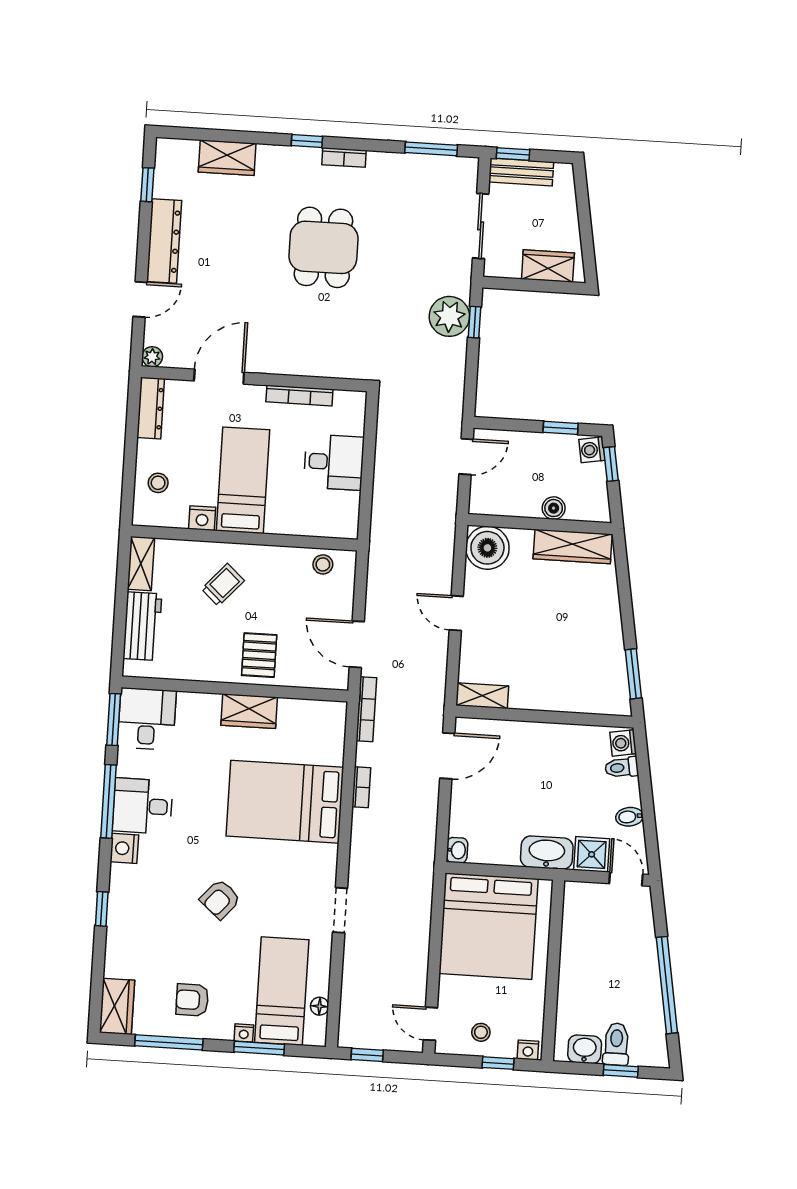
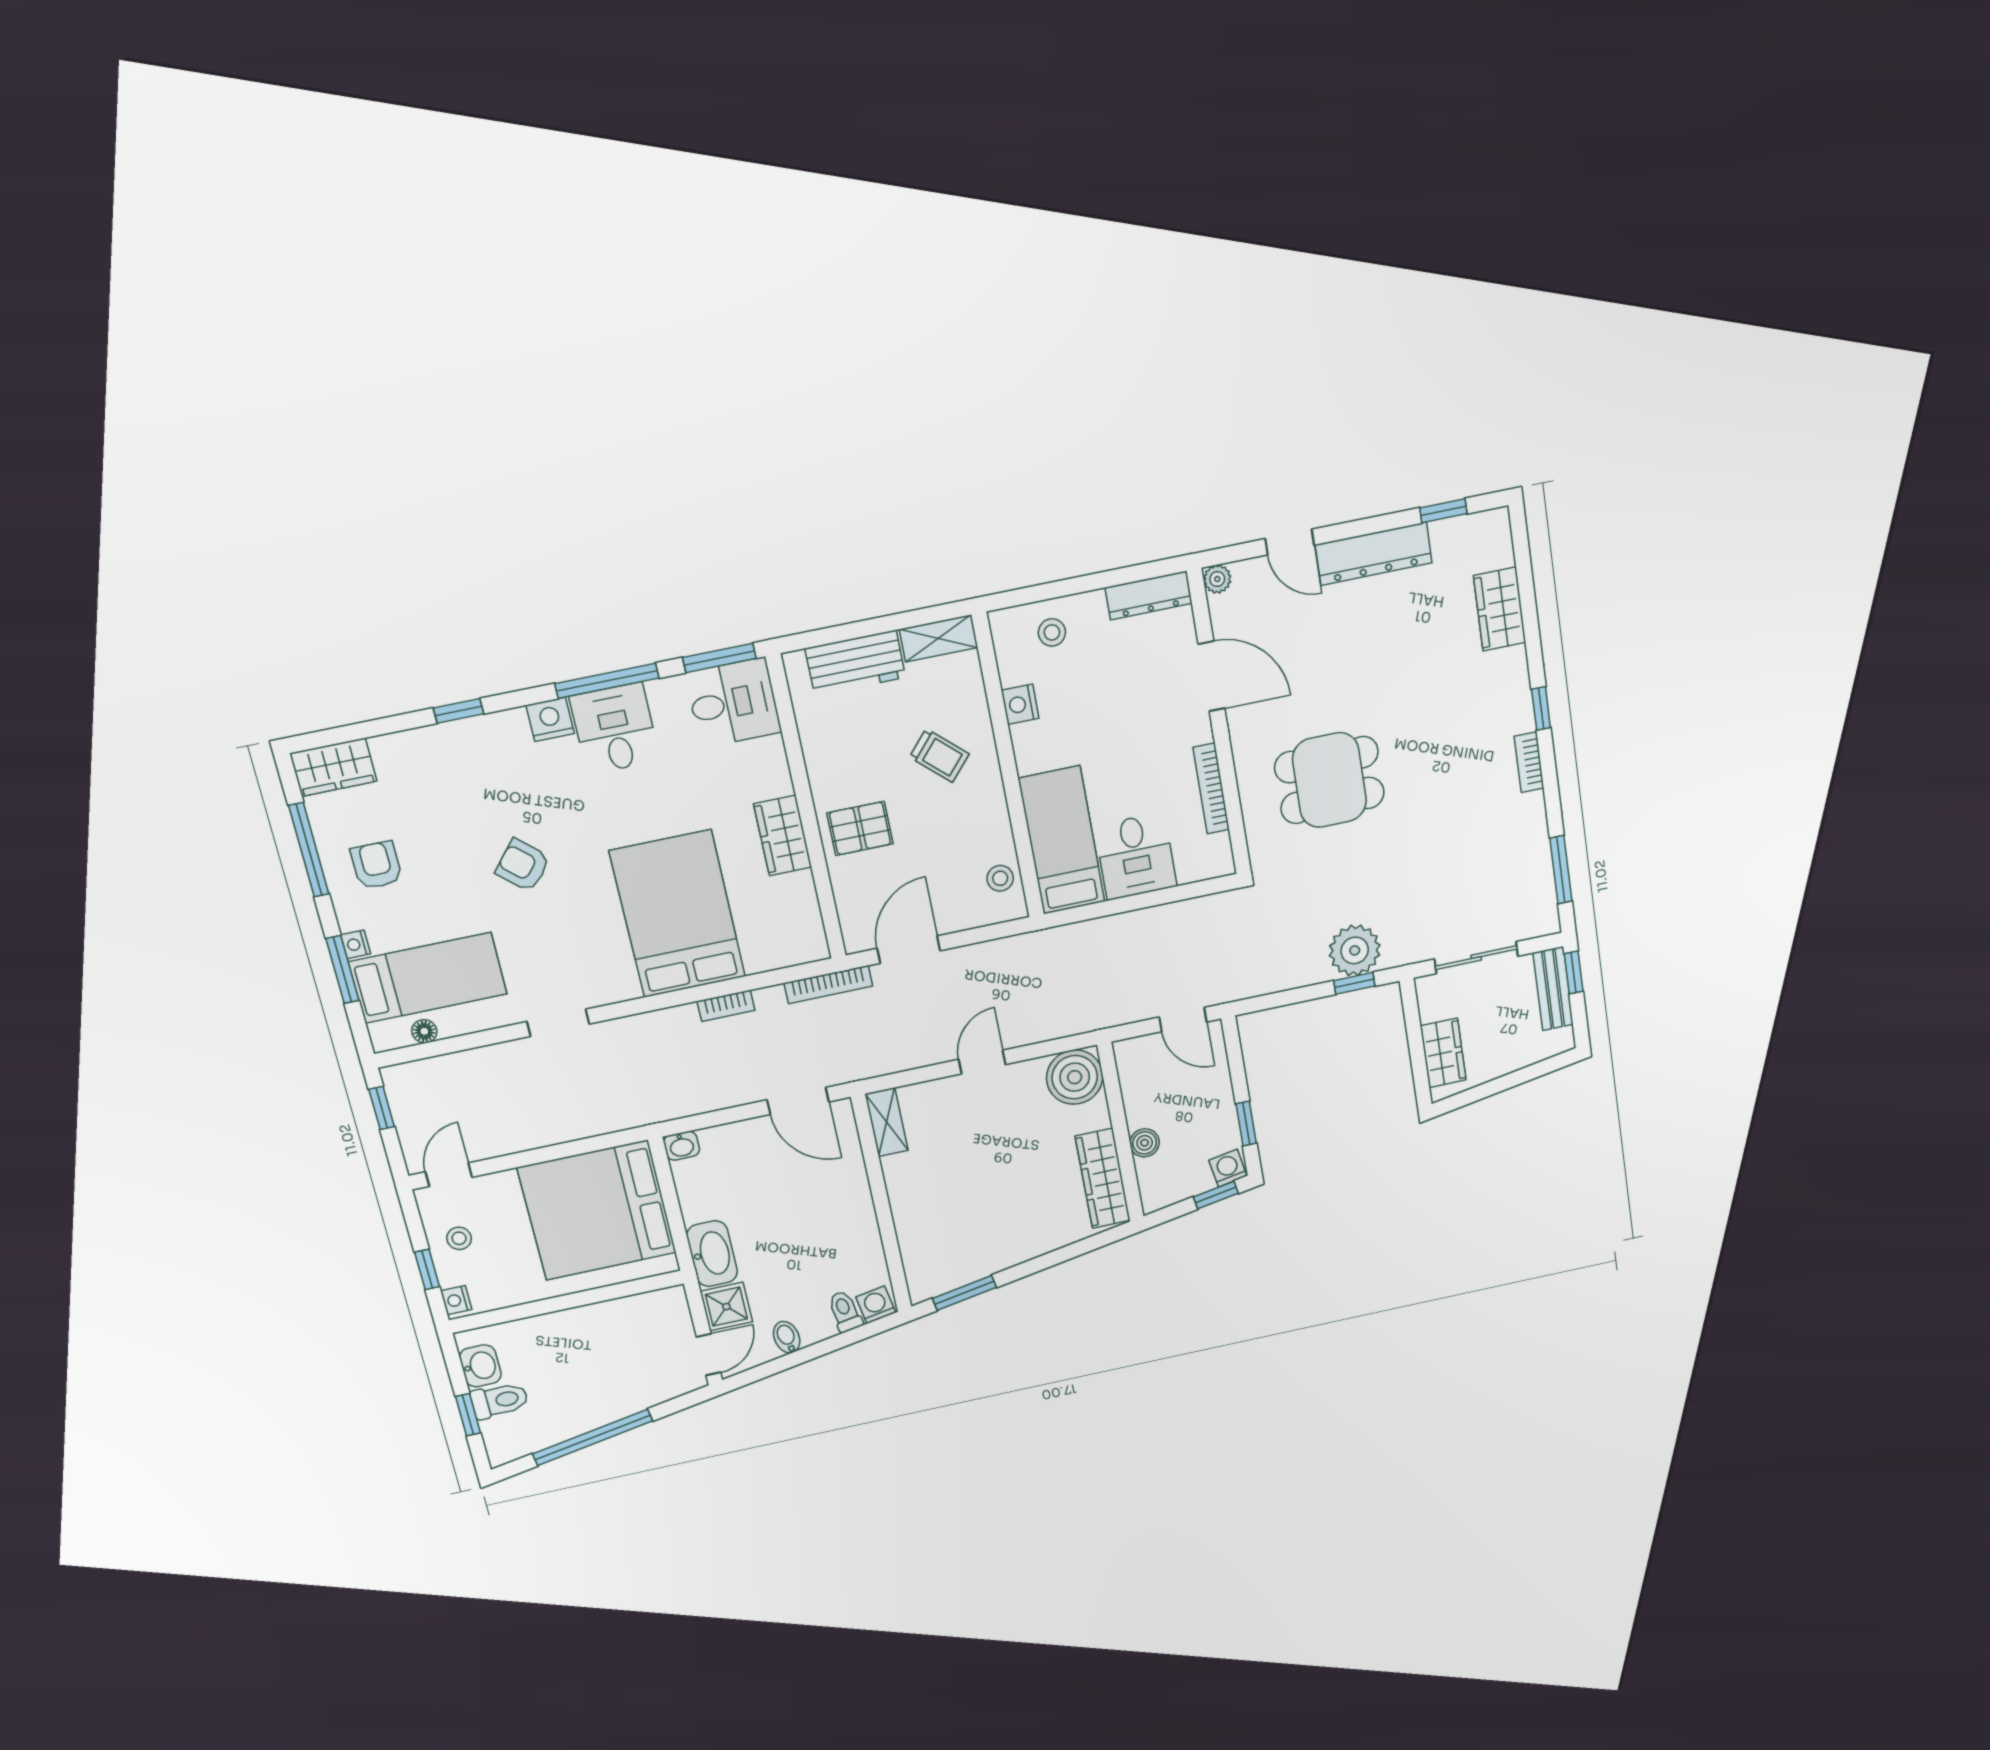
dining table: (323, 247) -> (1329, 780), moved
bed: (243, 480) -> (1062, 840), moved, turned -90

